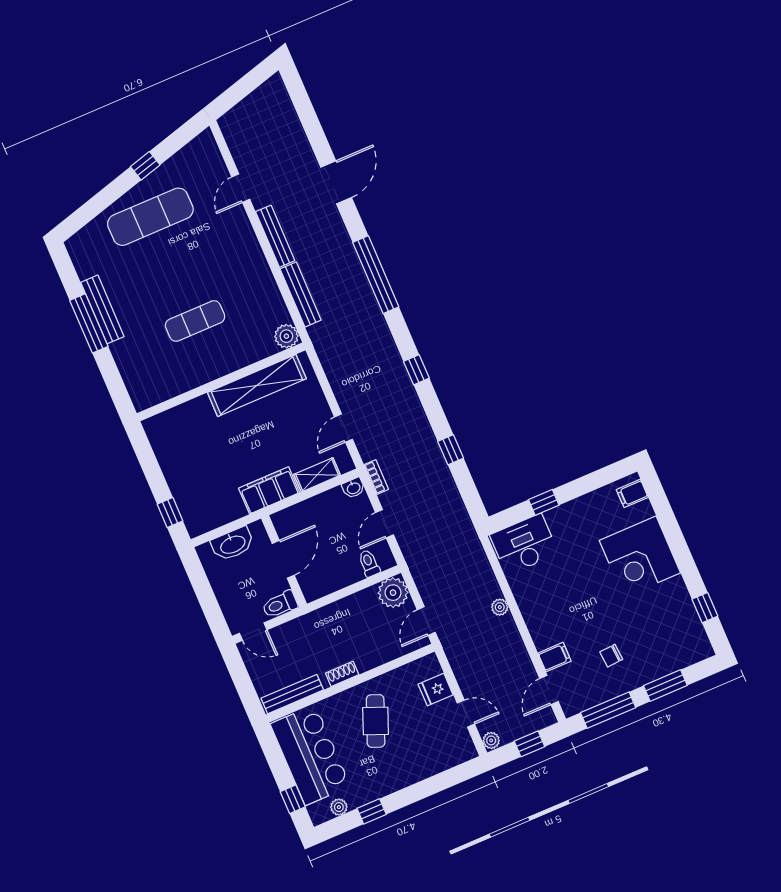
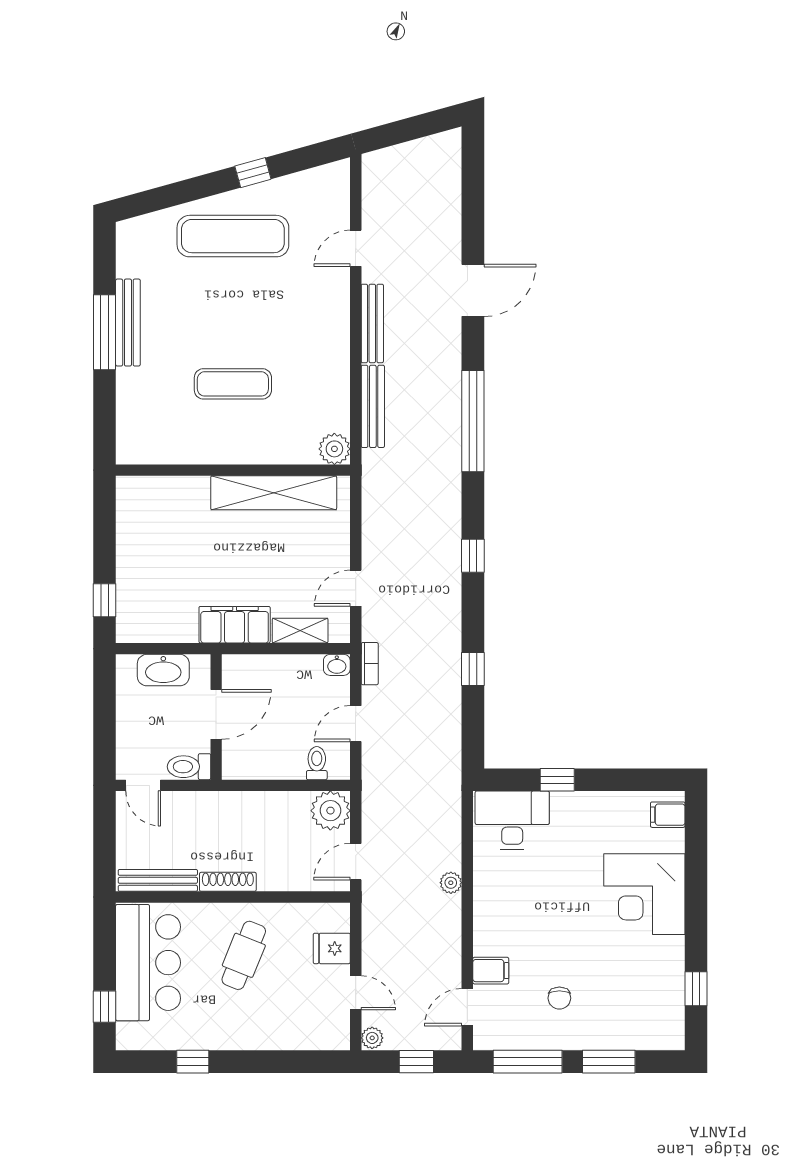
chair: (611, 656) -> (559, 998), turned -86
shoe rack: (342, 674) -> (228, 882), width x1.43
plant: (339, 807) -> (156, 1040), removed

